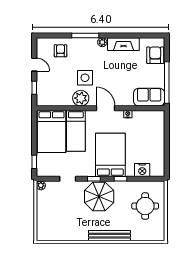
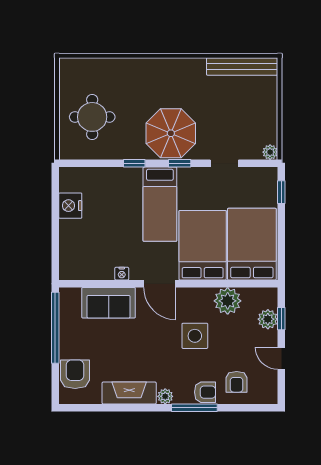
armchair: (79, 45) -> (205, 392), added
armchair: (155, 55) -> (75, 374), turned 180
plant: (42, 87) -> (268, 319), added
sofa: (149, 97) -> (109, 303), moved
plant: (81, 98) -> (228, 301), moved
bed: (76, 131) -> (203, 245), width x1.50
bed: (110, 155) -> (160, 204), width x0.67
nightstand: (142, 170) -> (70, 206), moved, turned -90
bench: (110, 236) -> (242, 66), moved

